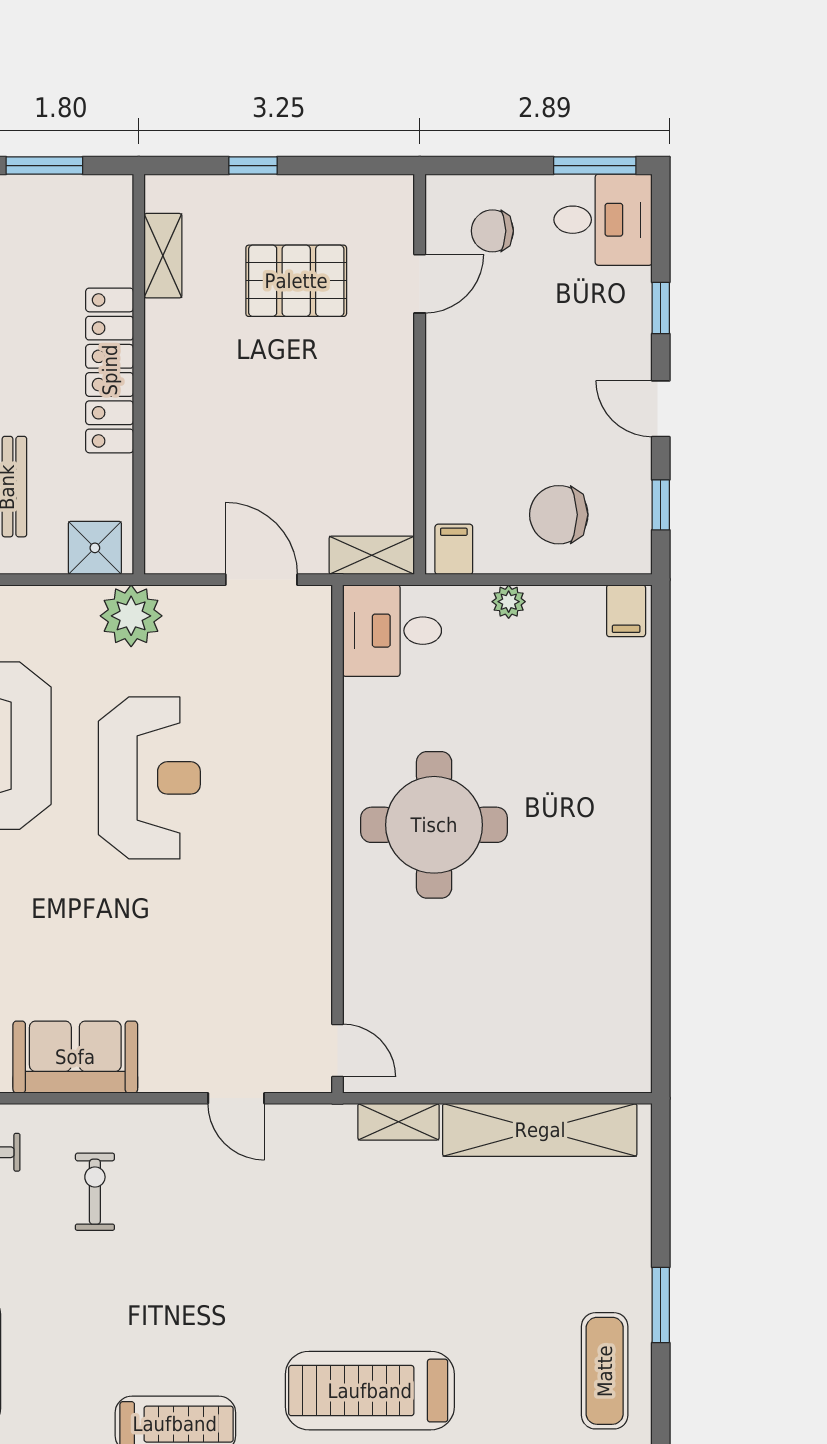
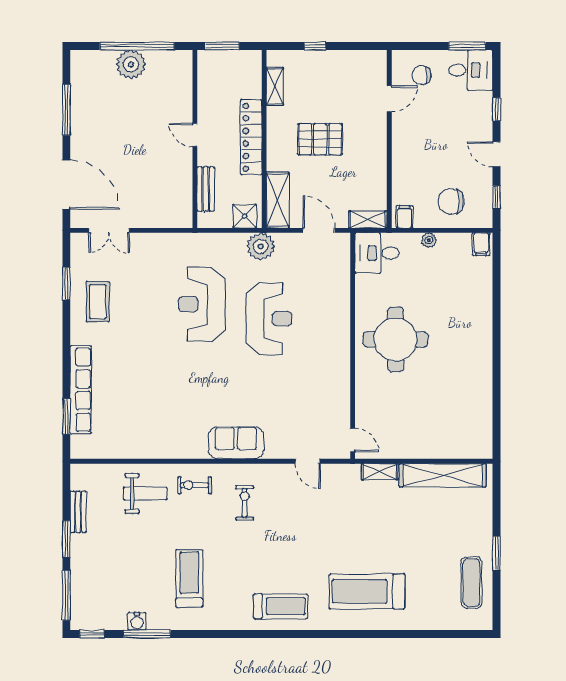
pallet: (296, 281) -> (320, 139), moved
shelving: (169, 511) -> (278, 200), added

